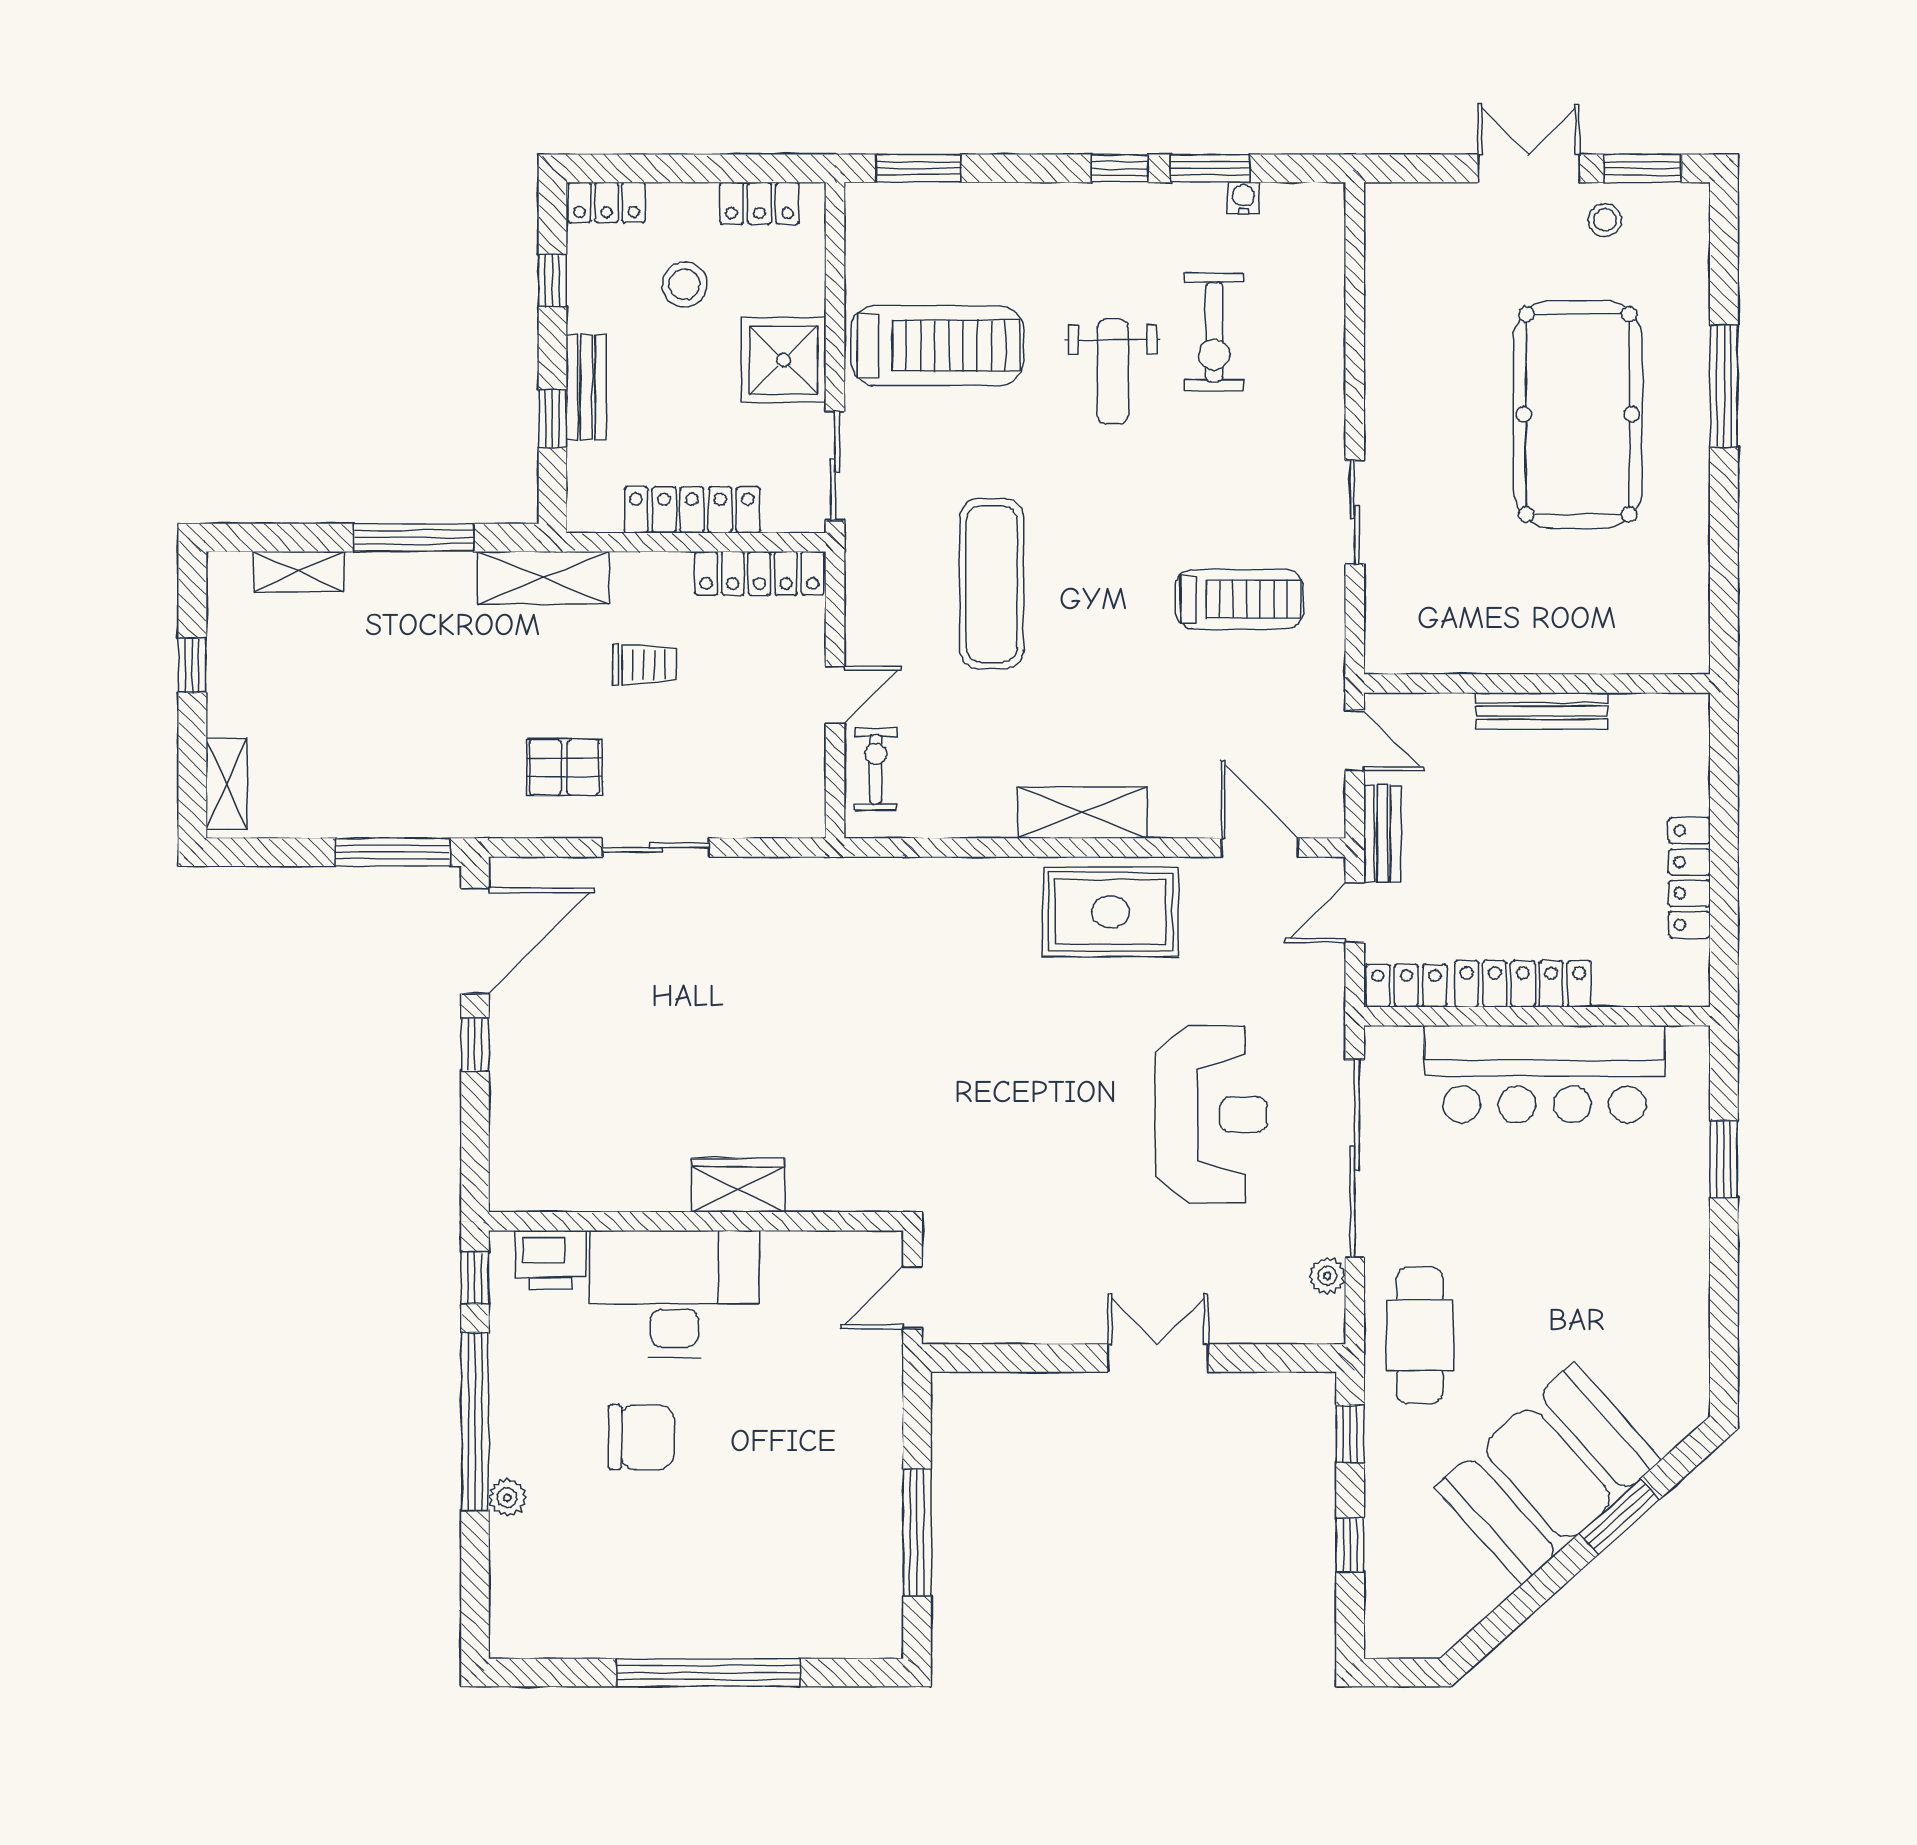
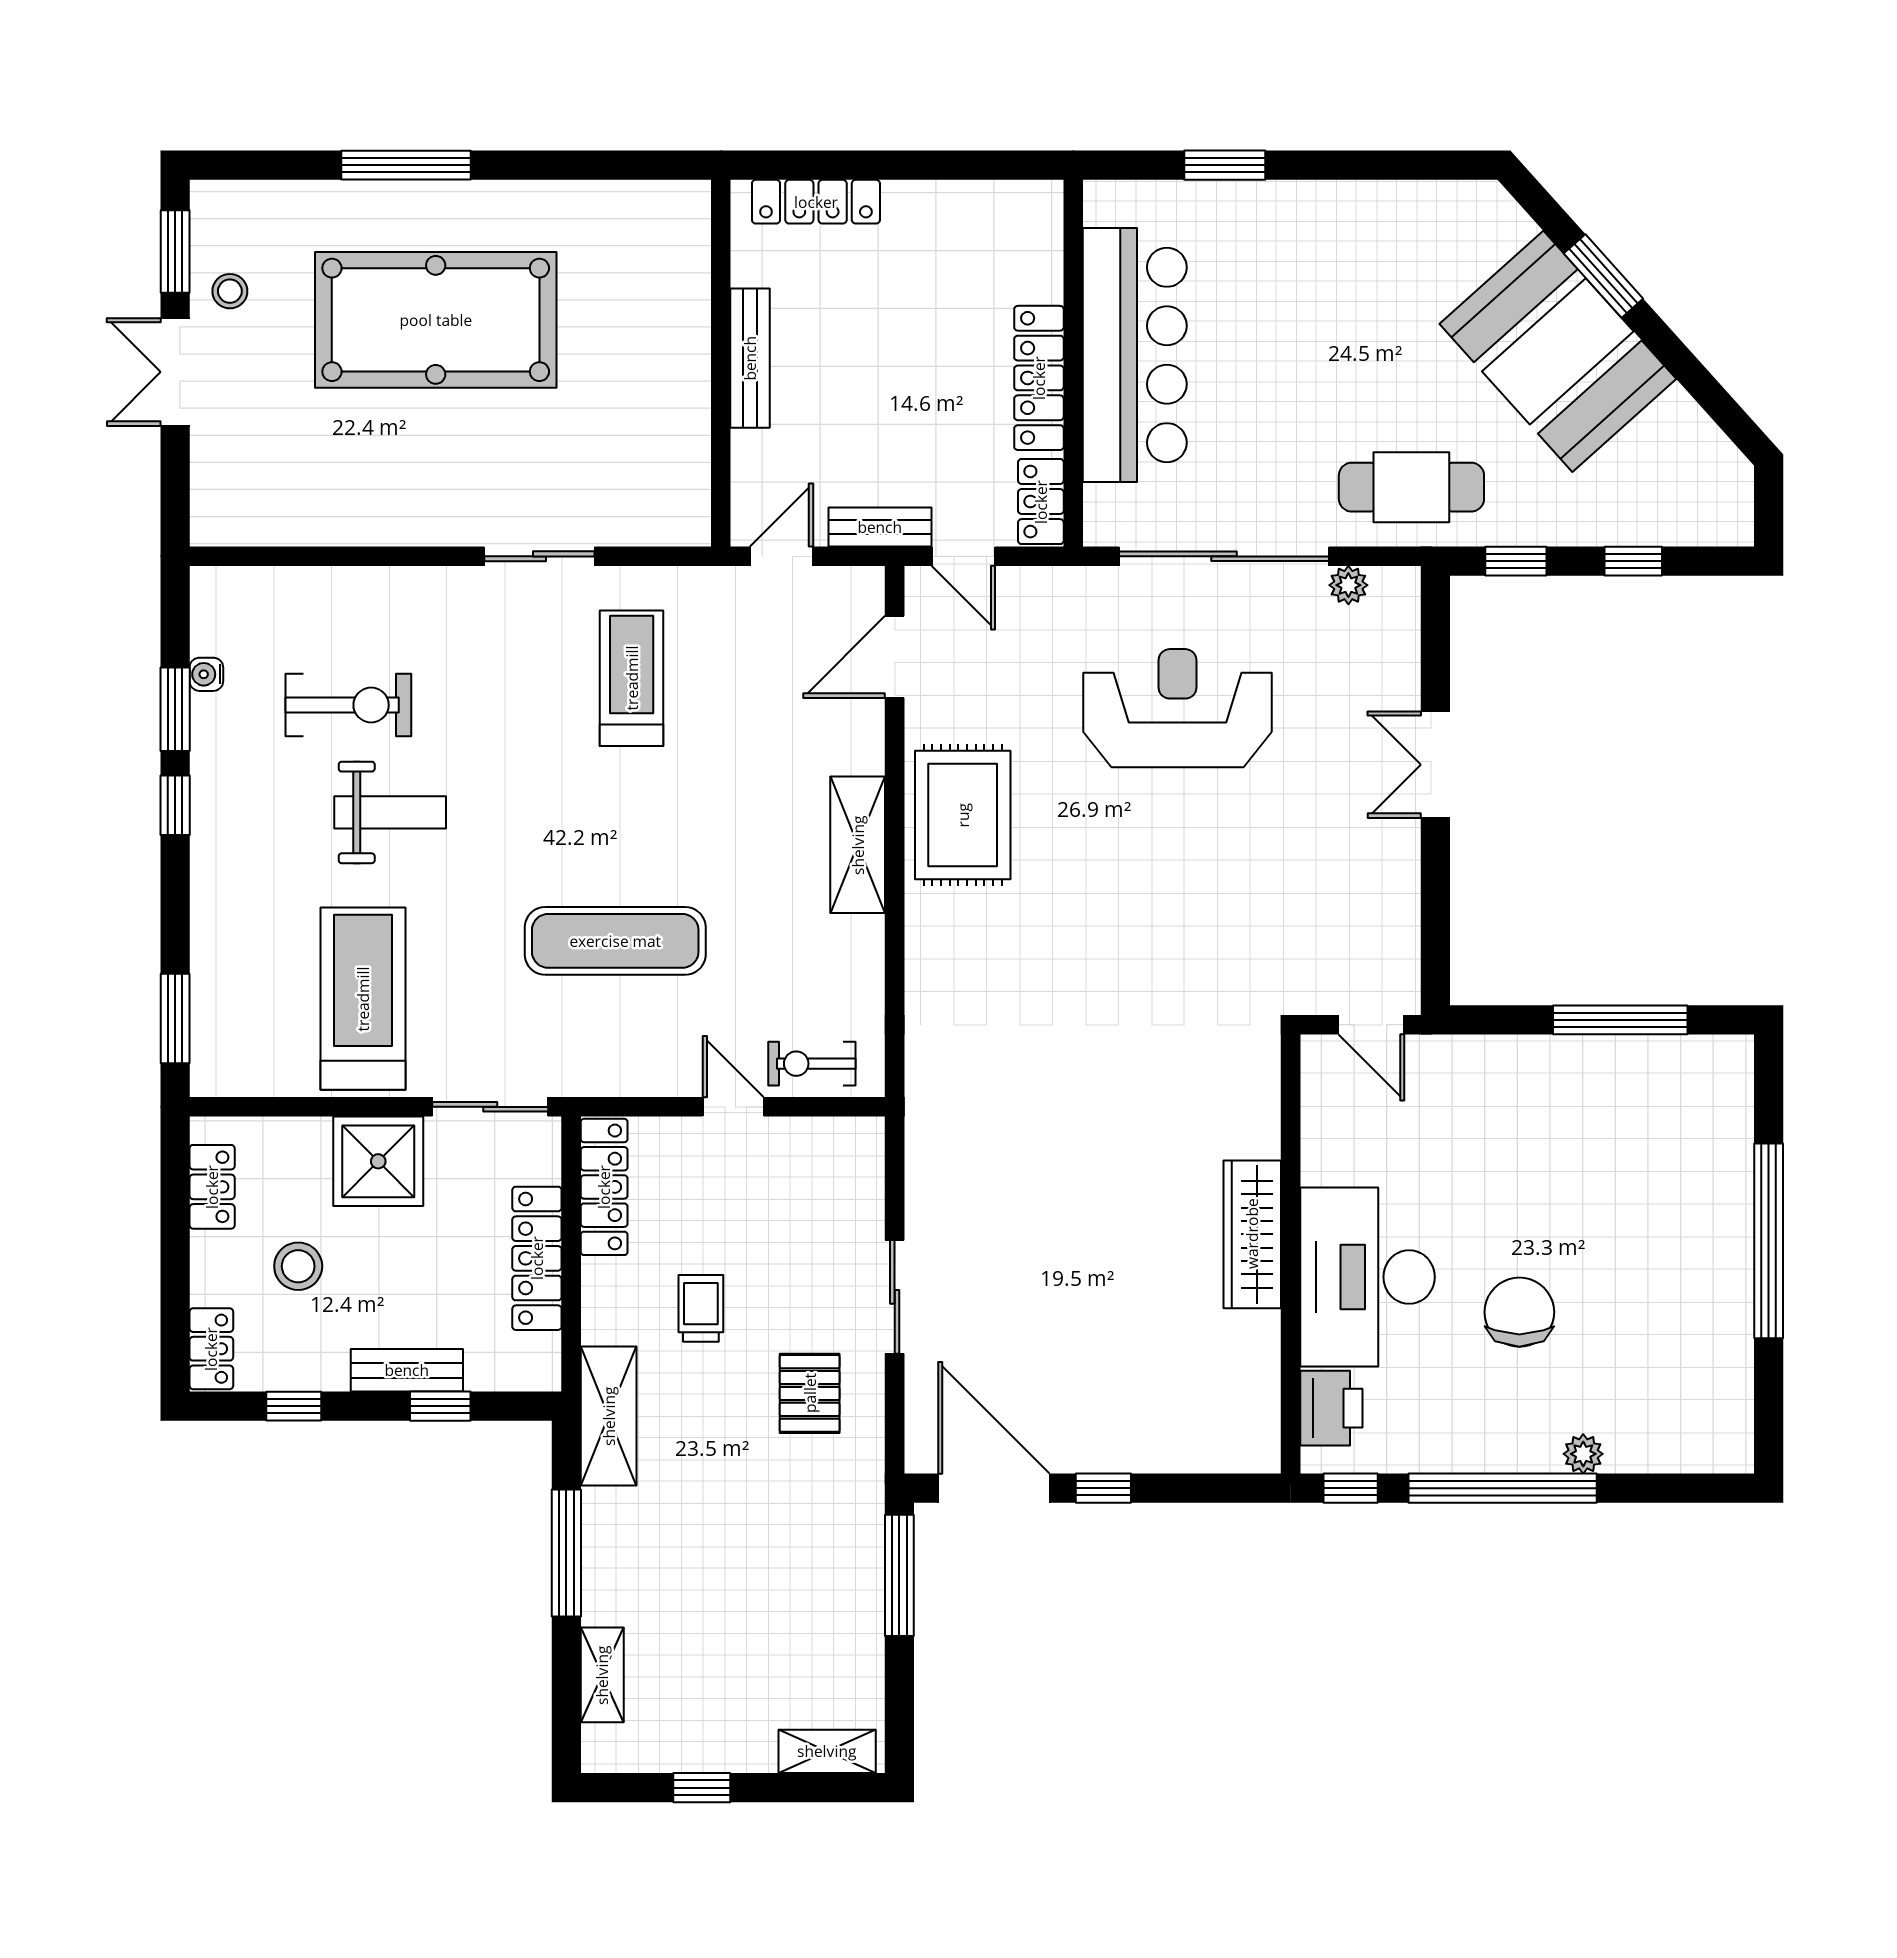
locker: (1689, 878) -> (816, 202), moved
wardrobe: (738, 1185) -> (1252, 1234), width x1.50

